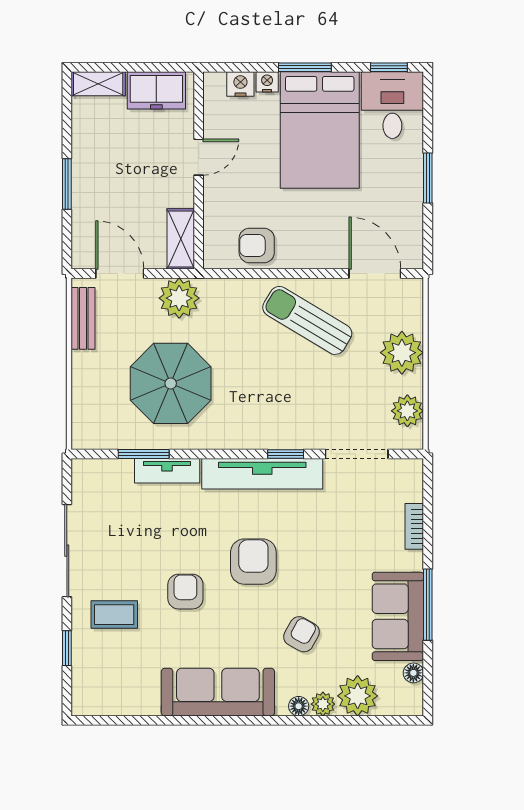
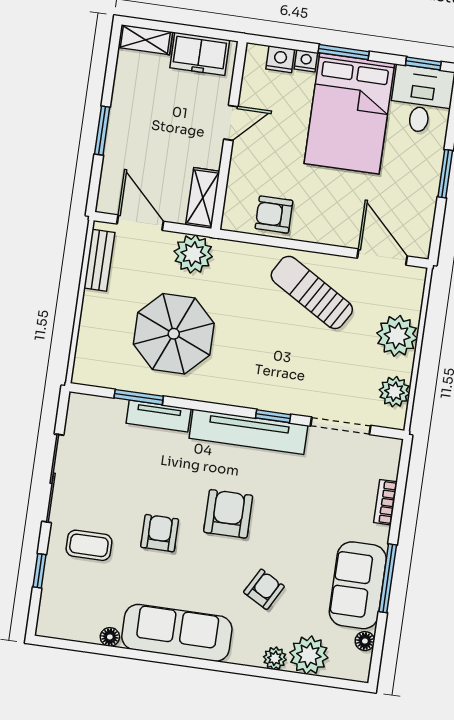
floor lamp: (299, 706) -> (110, 637), moved

